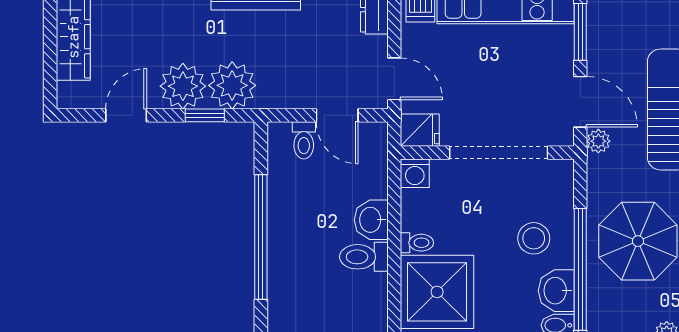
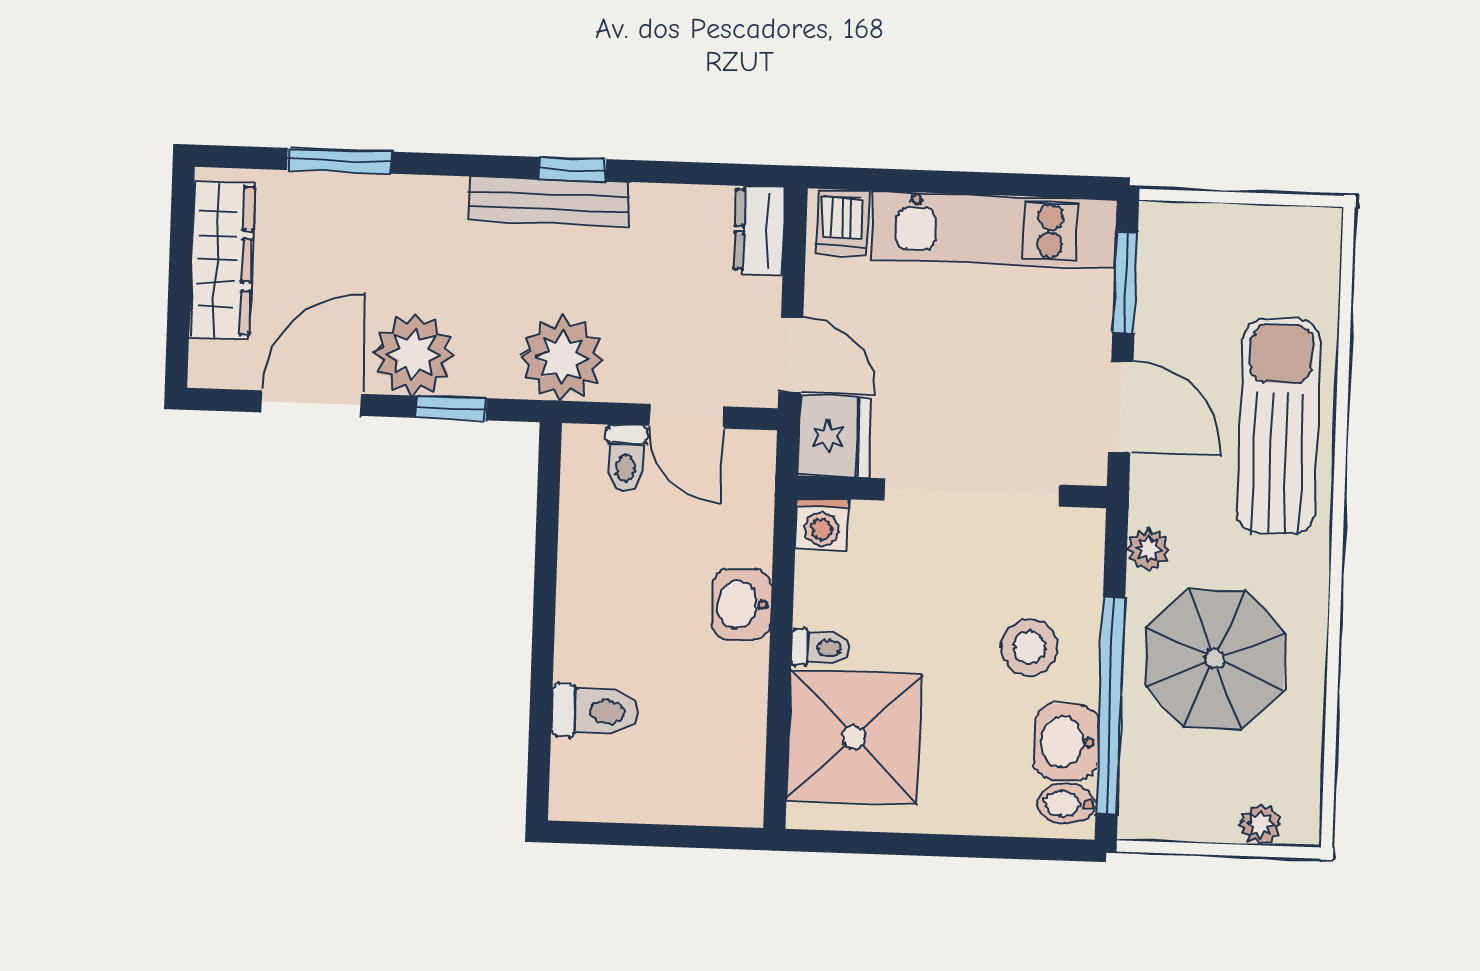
plant: (232, 85) -> (562, 358), moved
door: (126, 115) -> (311, 403), width x1.38
fridge: (420, 130) -> (834, 436), width x1.38
plant: (598, 141) -> (1148, 549), moved
window: (261, 237) -> (544, 628), removed
toilet: (364, 257) -> (595, 711), moved, turned 180

